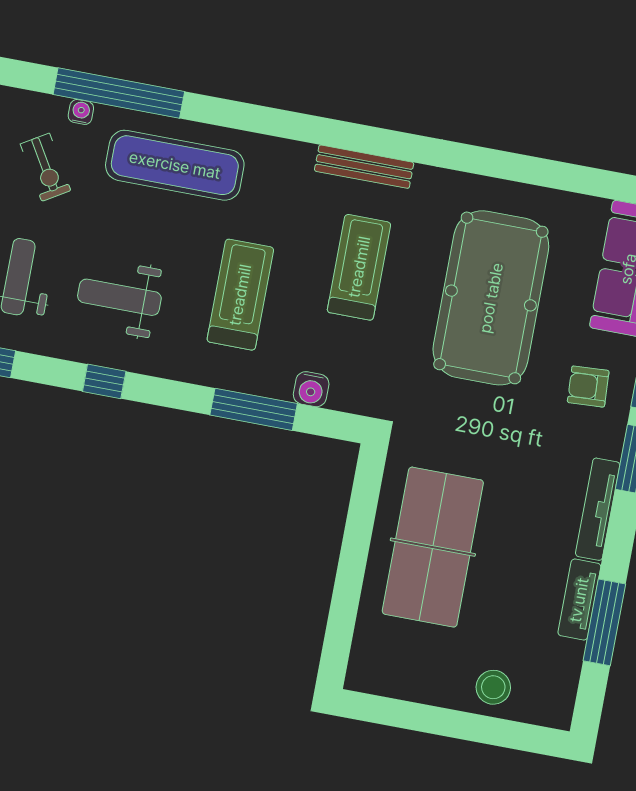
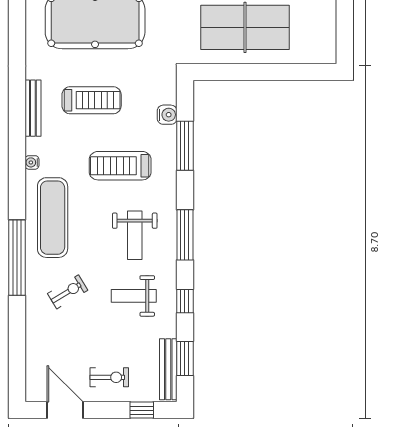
water cooler: (81, 112) -> (32, 162), moved
treadmill: (359, 267) -> (92, 100), turned 180
window: (104, 381) -> (185, 235), width x2.17

